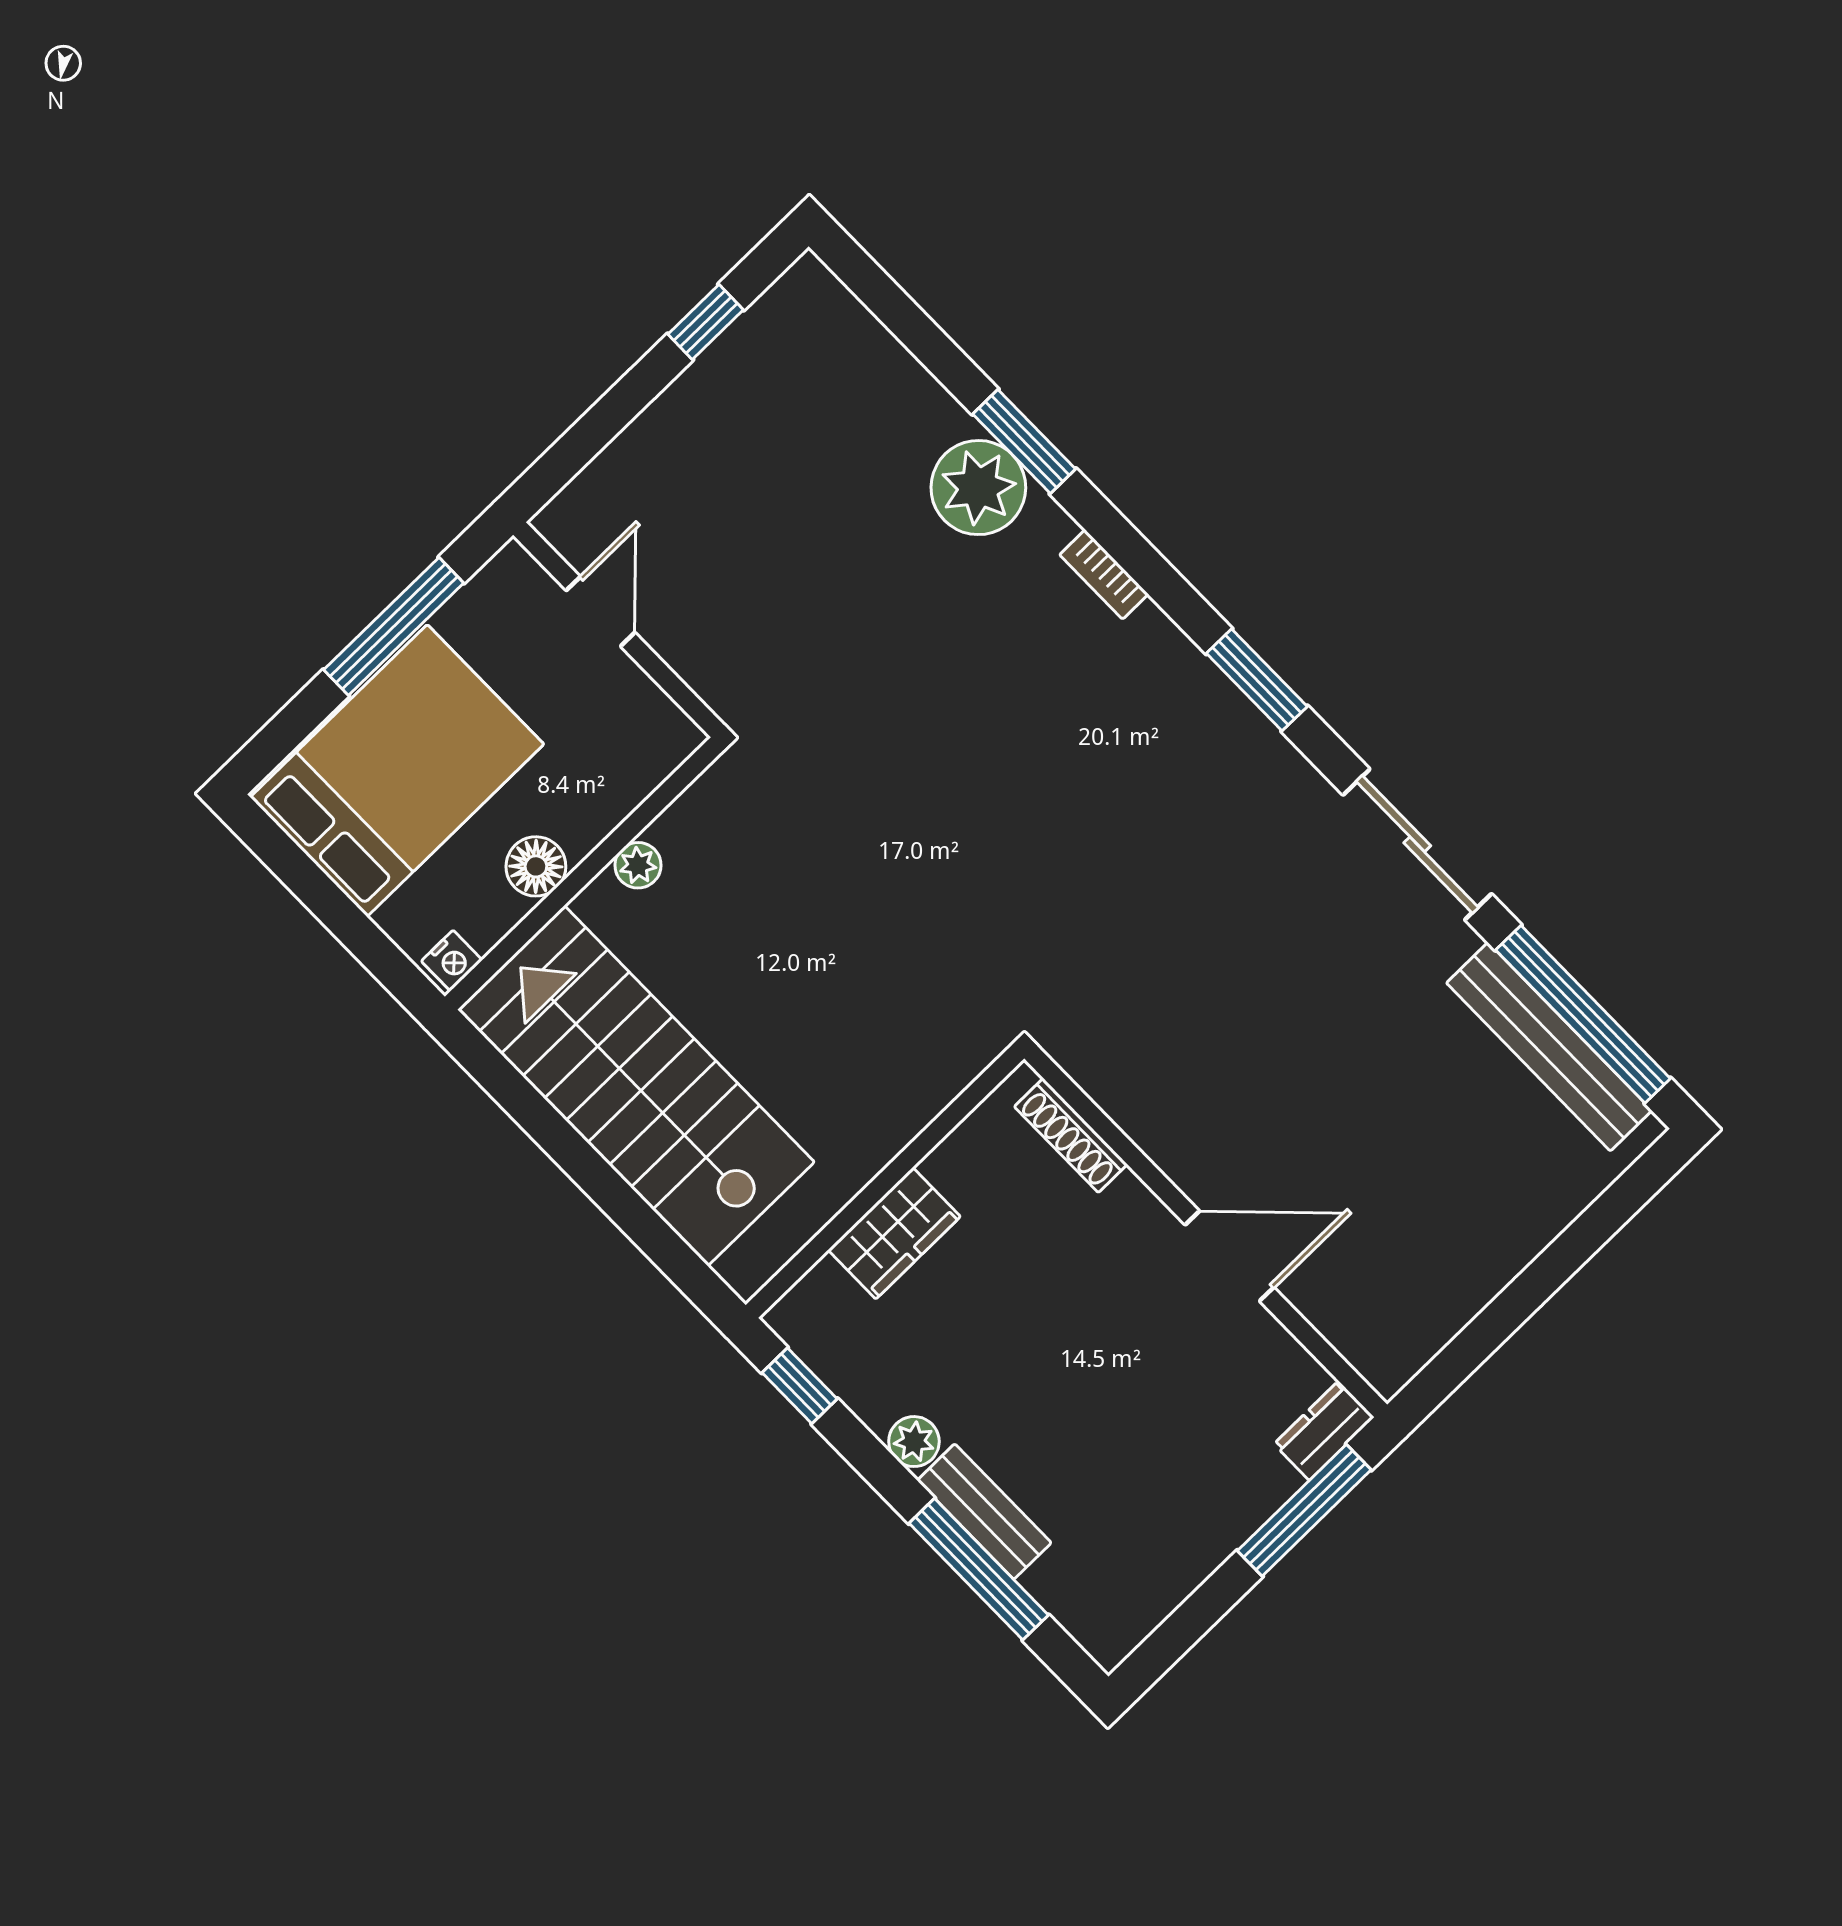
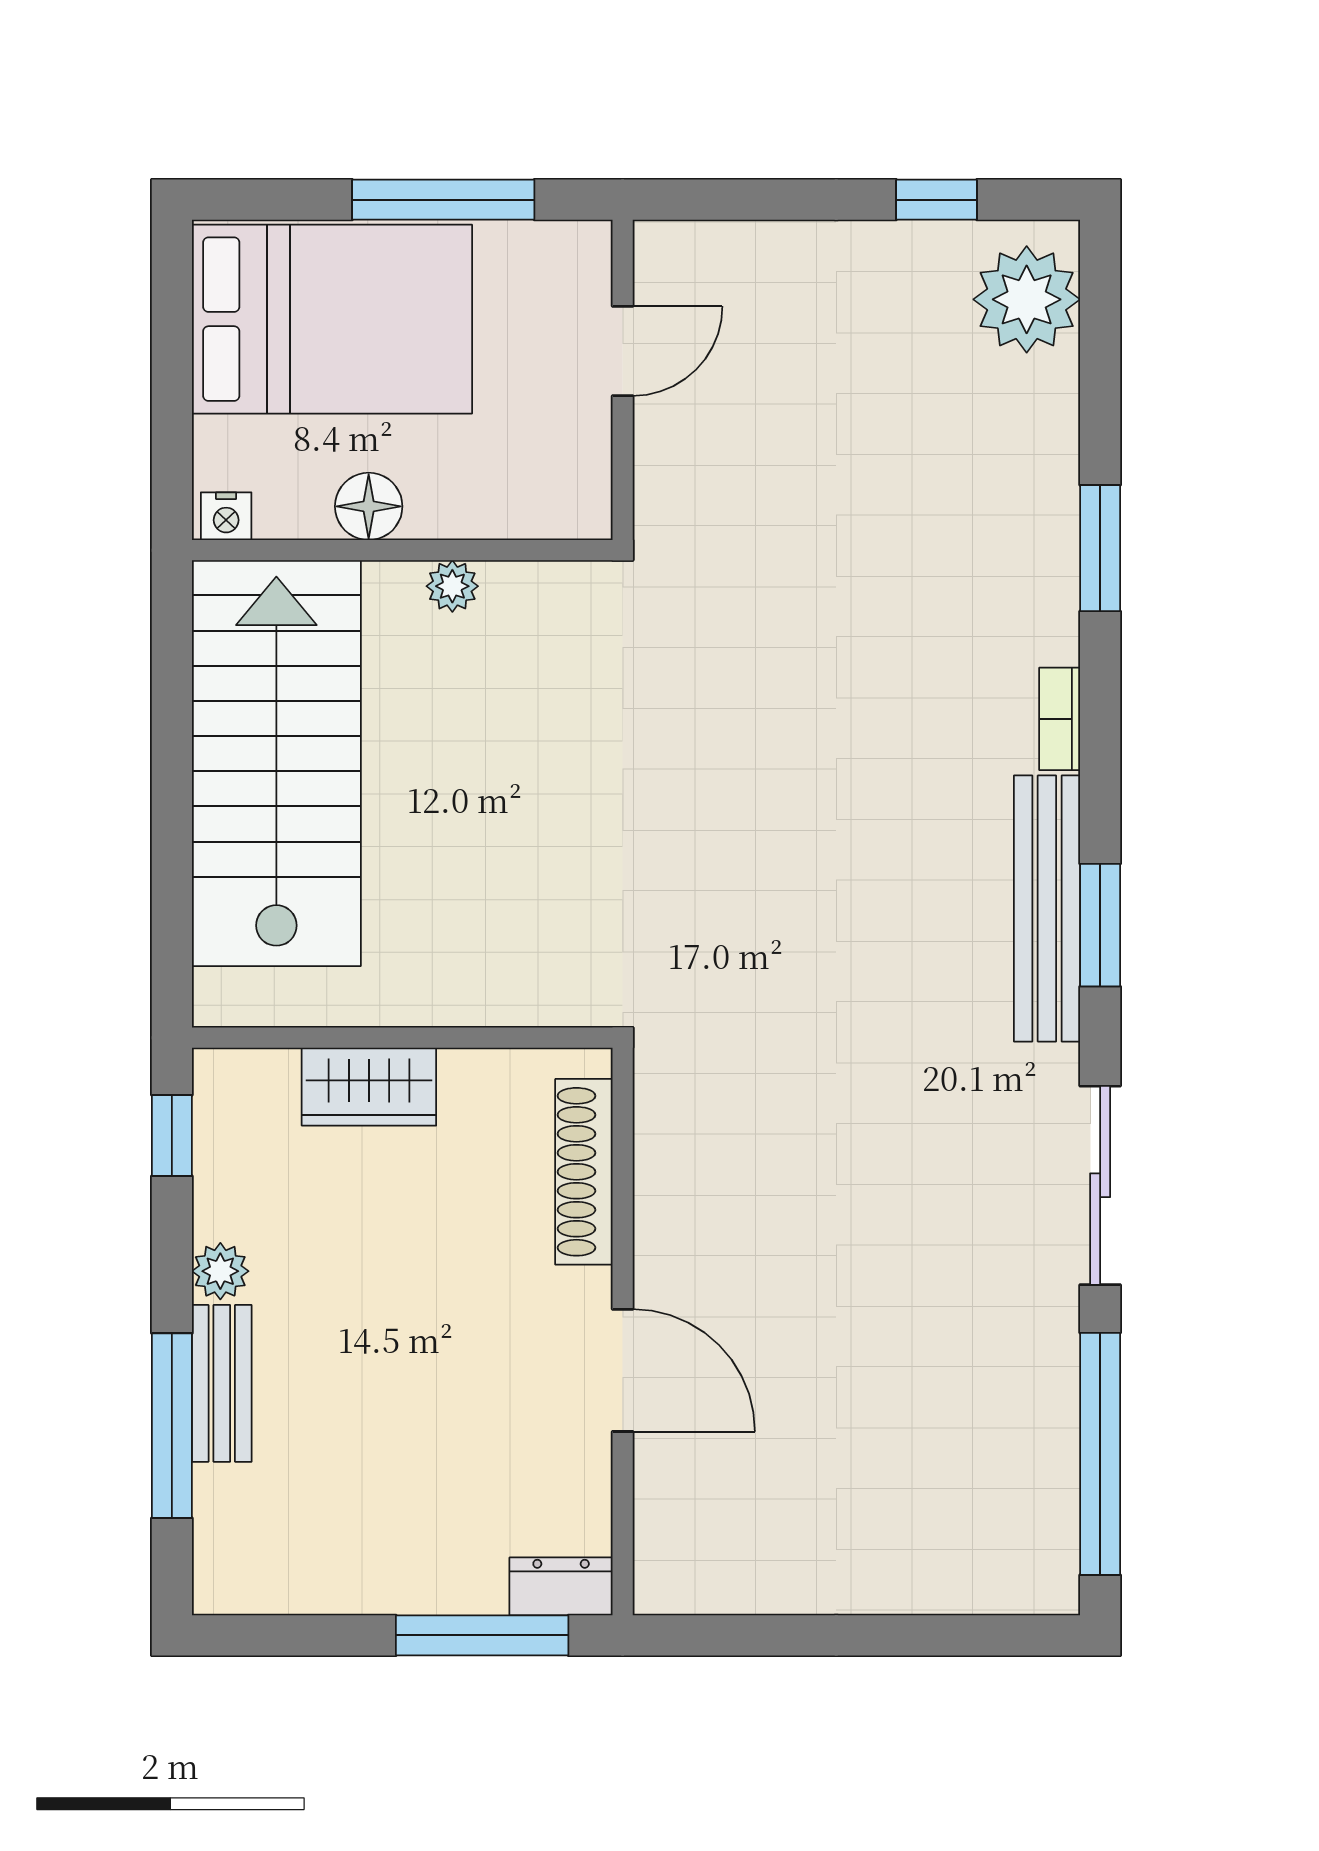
plant: (978, 488) -> (1027, 299), moved
bench: (1549, 1047) -> (1047, 909), moved
shoe rack: (1071, 1135) -> (584, 1172), width x1.36, depth x1.24

